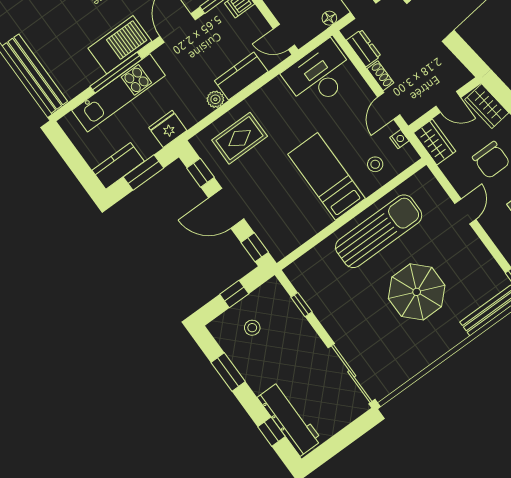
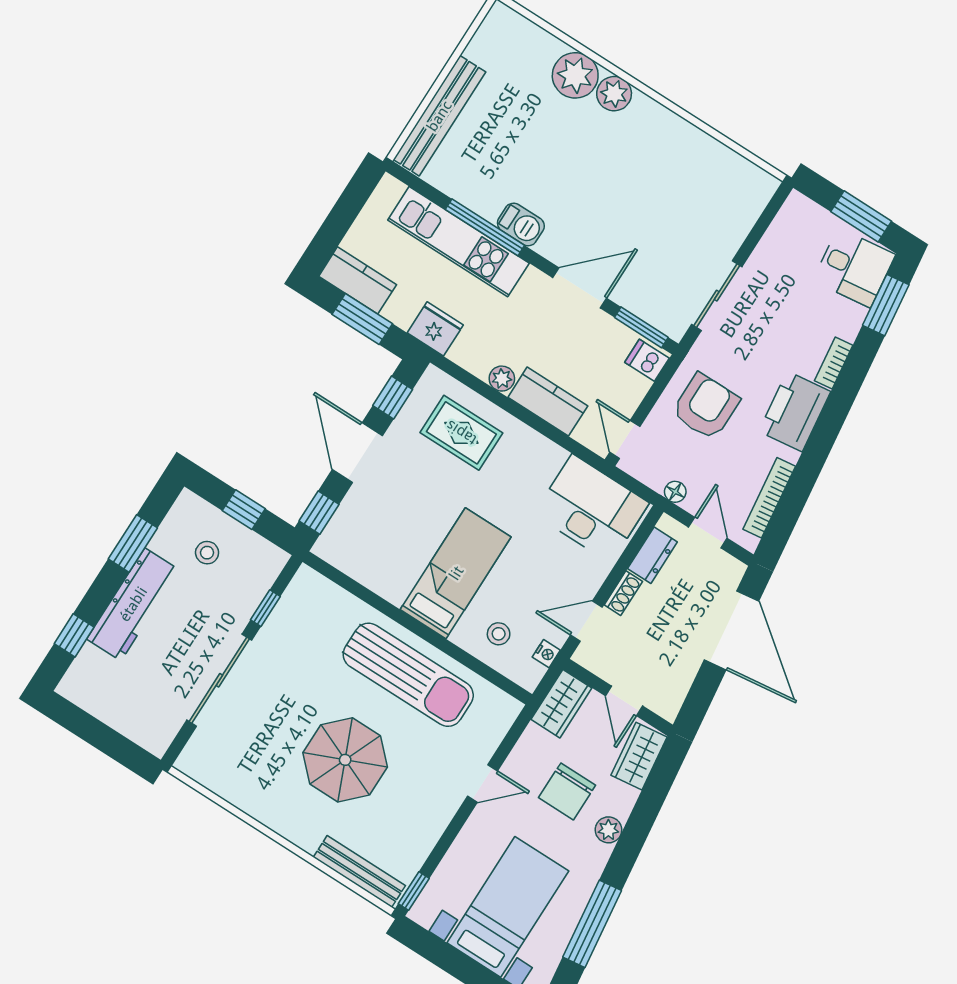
barbecue: (120, 45) -> (521, 224), width x0.53, depth x0.65
sliding door: (352, 374) -> (219, 680), moved
workbench: (290, 419) -> (133, 604), moved

